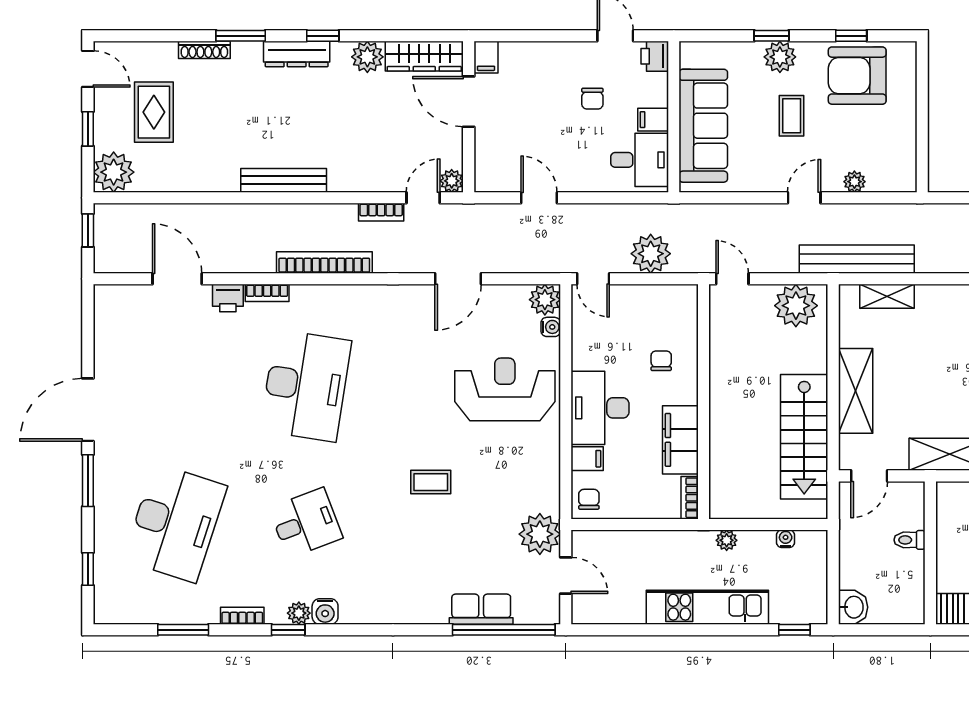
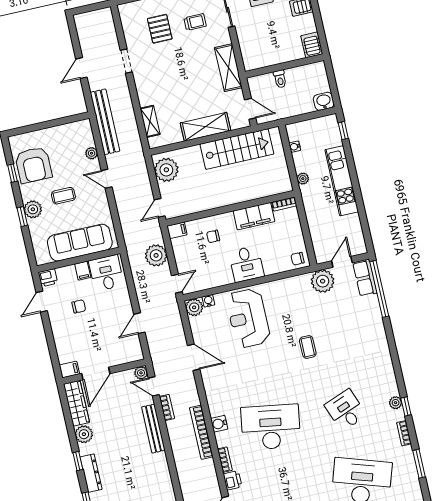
bench: (284, 180) -> (153, 429), moved
bench: (857, 259) -> (105, 122), moved
desk: (600, 408) -> (246, 264), width x0.73
filing cabinet: (587, 459) -> (177, 230), moved, turned 90
row of seats: (481, 609) -> (365, 278), moved
water cooler: (325, 611) -> (219, 424), moved, turned 180

